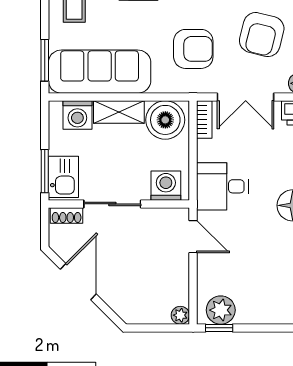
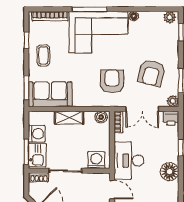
armchair: (193, 49) -> (112, 81), turned -90
sofa: (100, 72) -> (50, 94), width x0.73
washing machine: (77, 115) -> (37, 134), moved, turned -90
boiler: (165, 120) -> (101, 117), width x0.54, depth x0.54
desk: (222, 186) -> (129, 161), width x1.37

